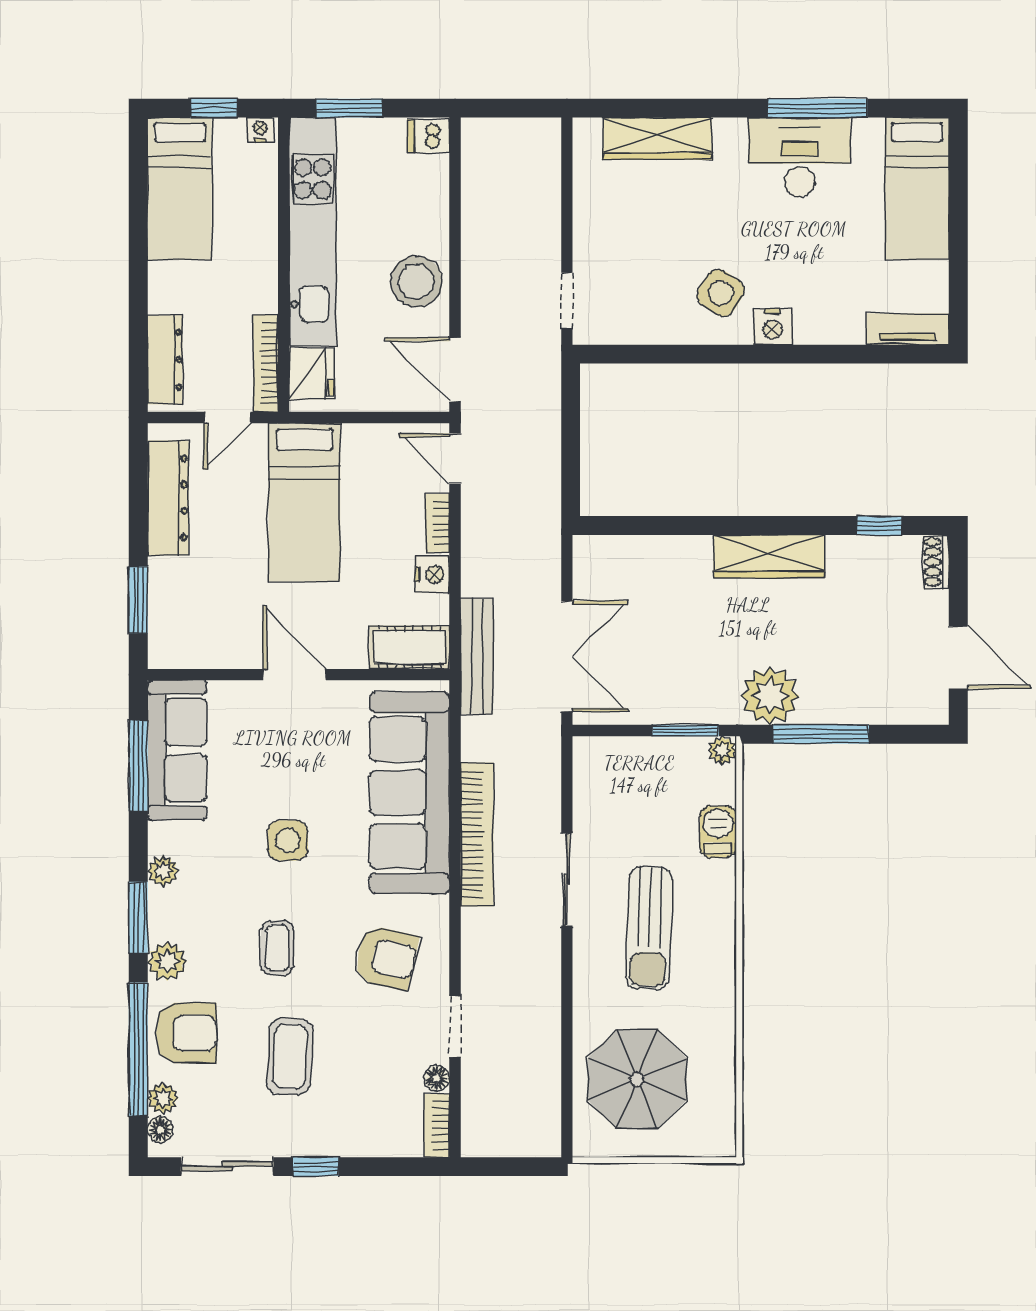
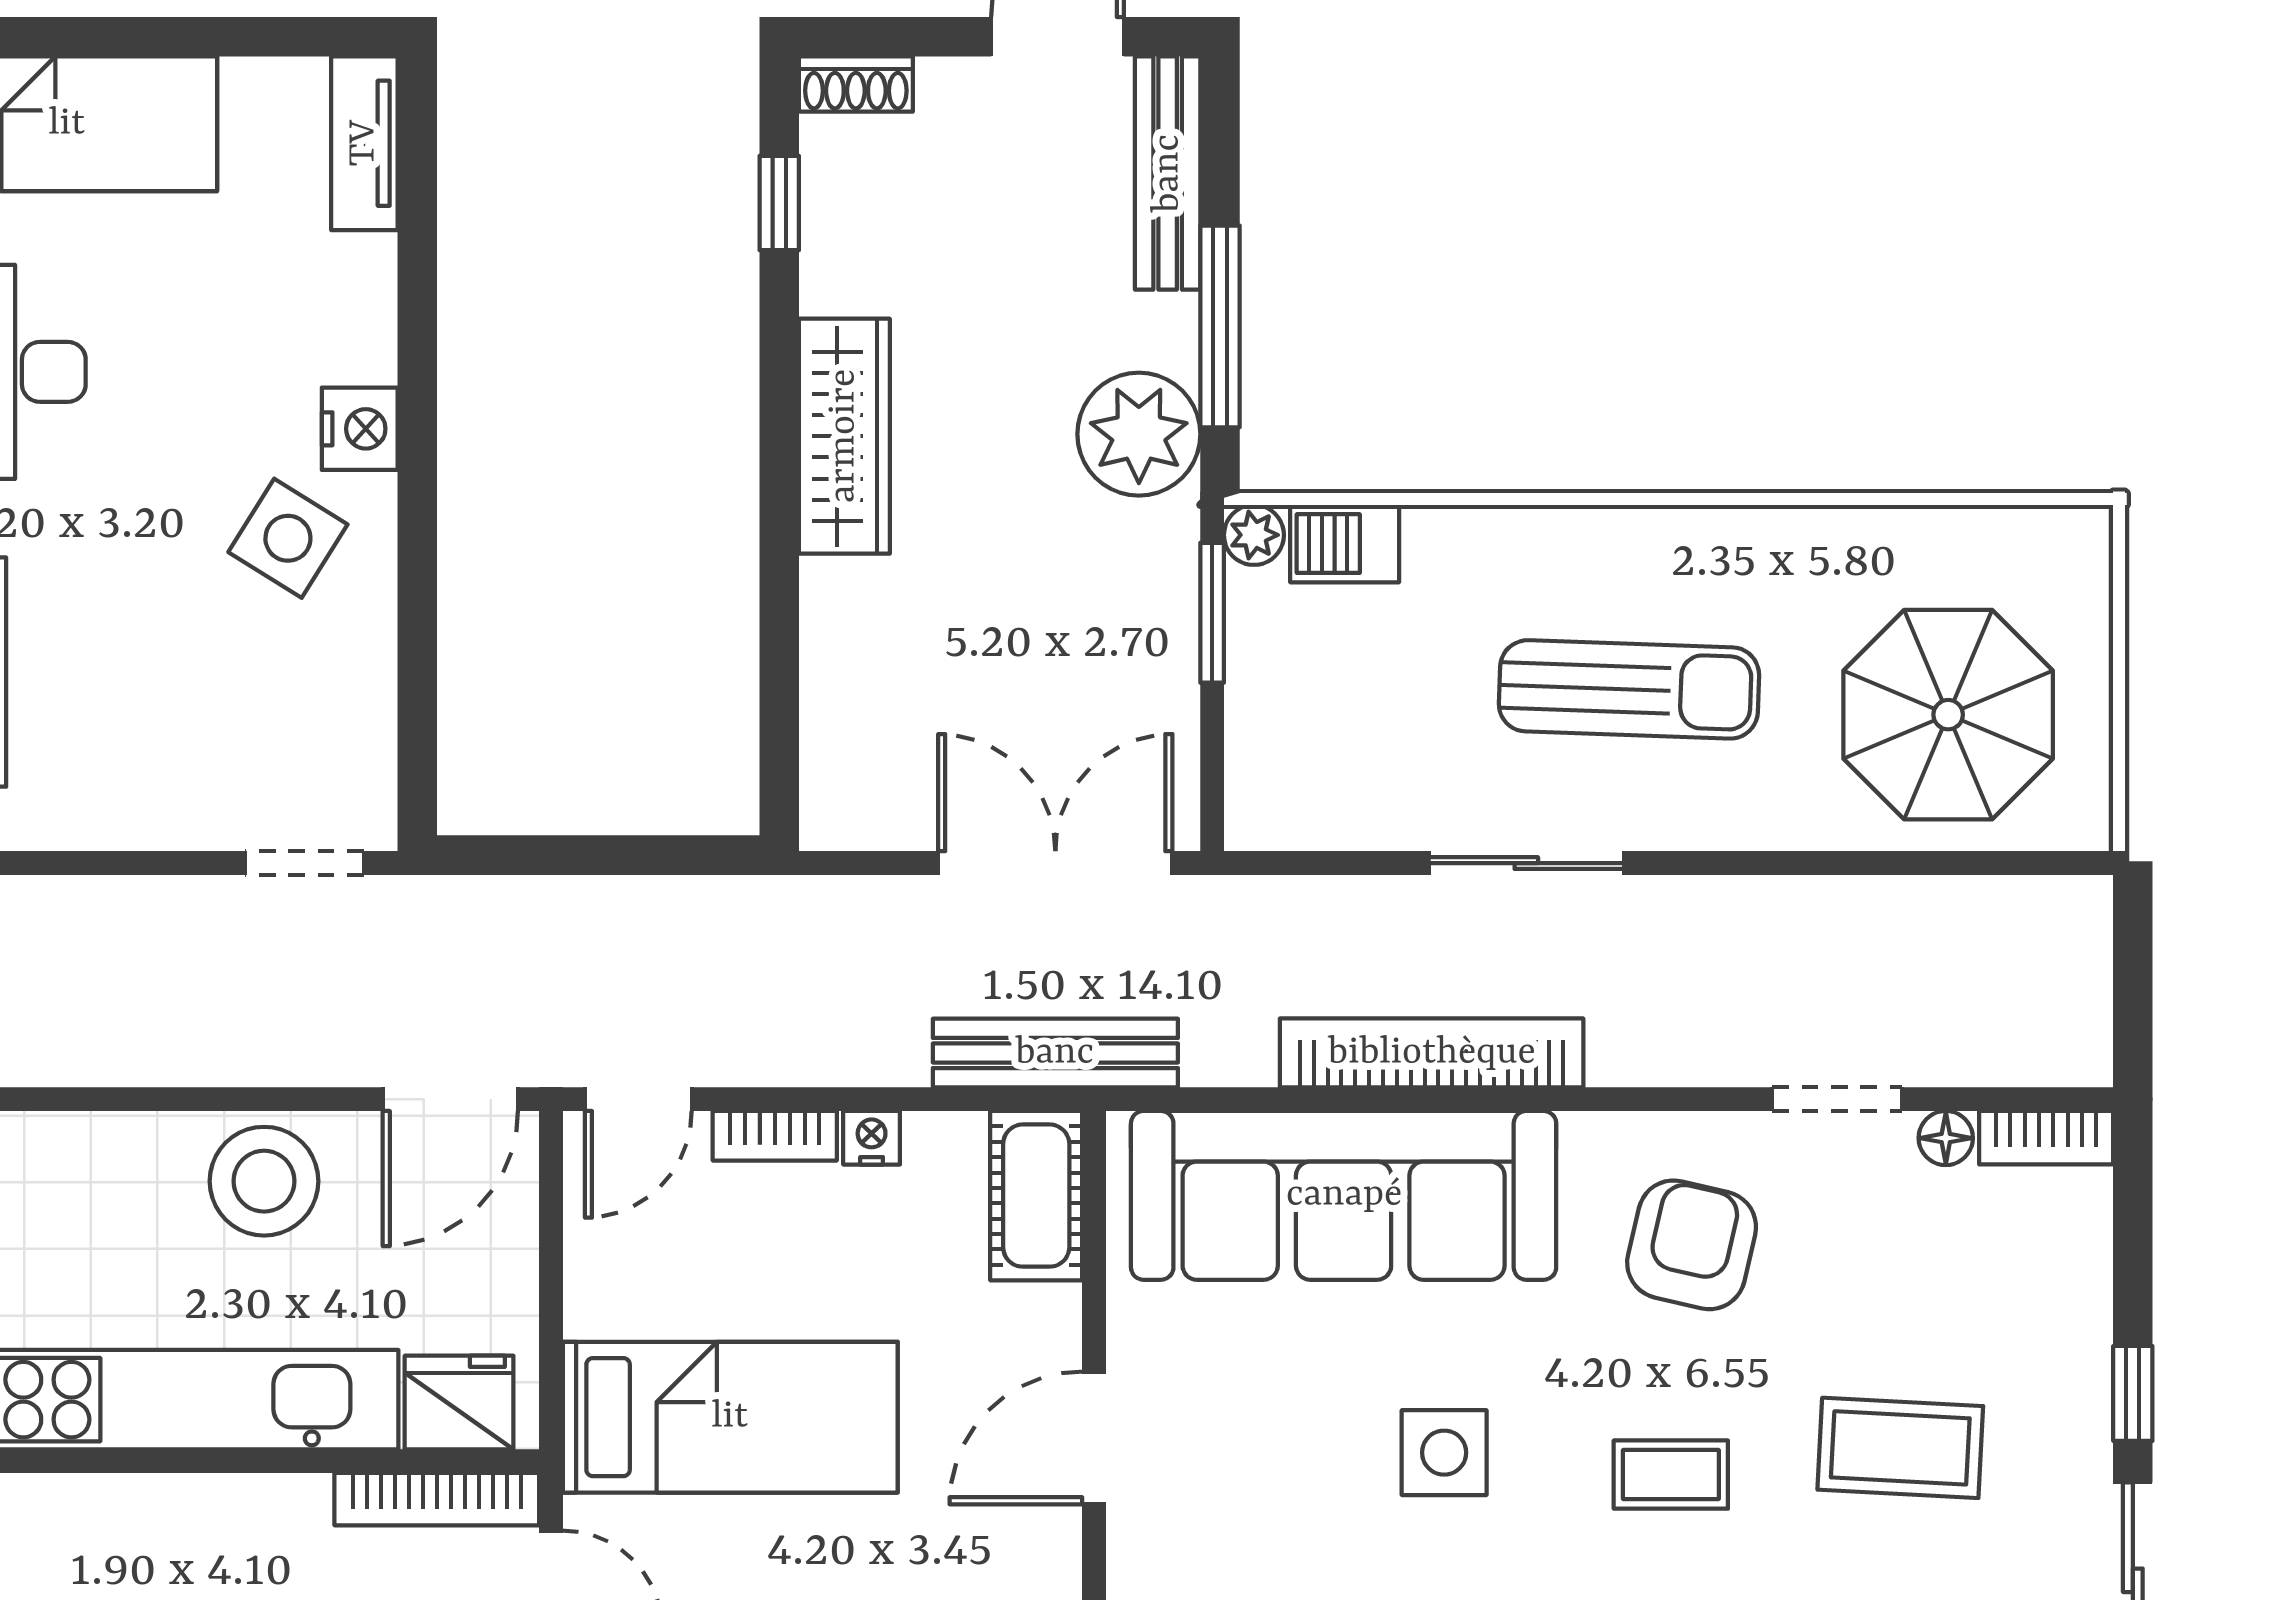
nightstand: (432, 574) -> (872, 1138), width x0.72, depth x0.74
bench: (894, 709) -> (1168, 173), added
barbecue: (718, 832) -> (1345, 544), moved

